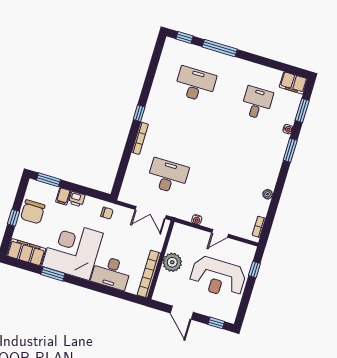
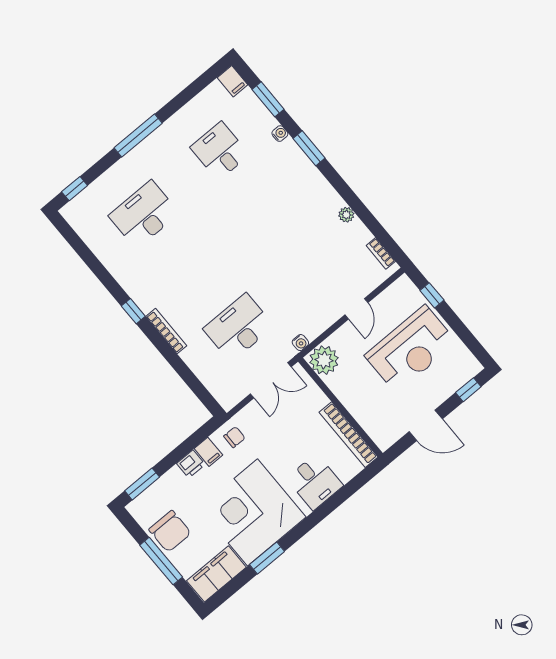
window: (220, 48) -> (138, 136), moved
filing cabinet: (293, 83) -> (232, 81), width x0.50
filing cabinet: (63, 196) -> (208, 452), moved
window: (13, 218) -> (161, 561), width x2.17
water cooler: (197, 220) -> (300, 343), moved
plant: (172, 262) -> (324, 360), moved
desk: (111, 273) -> (315, 482), width x0.73

